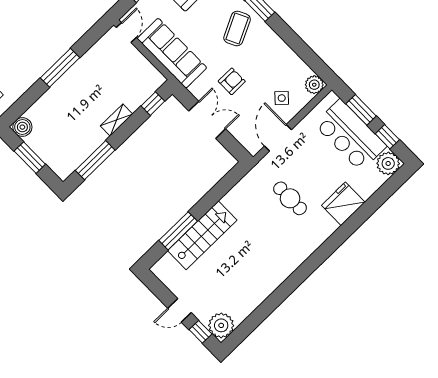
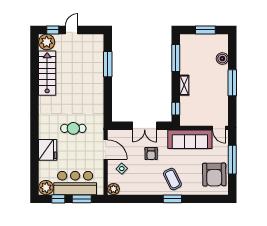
boiler: (22, 127) -> (222, 59), moved
stairs: (202, 235) -> (47, 73), moved, turned 180

